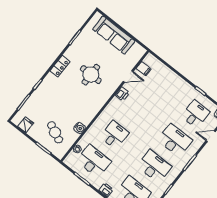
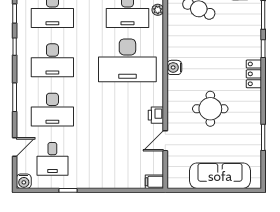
locker: (60, 66) -> (254, 74), moved
filing cabinet: (144, 69) -> (154, 182), moved
water cooler: (80, 128) -> (174, 67), moved
desk: (114, 135) -> (127, 60), width x1.87, depth x1.30

